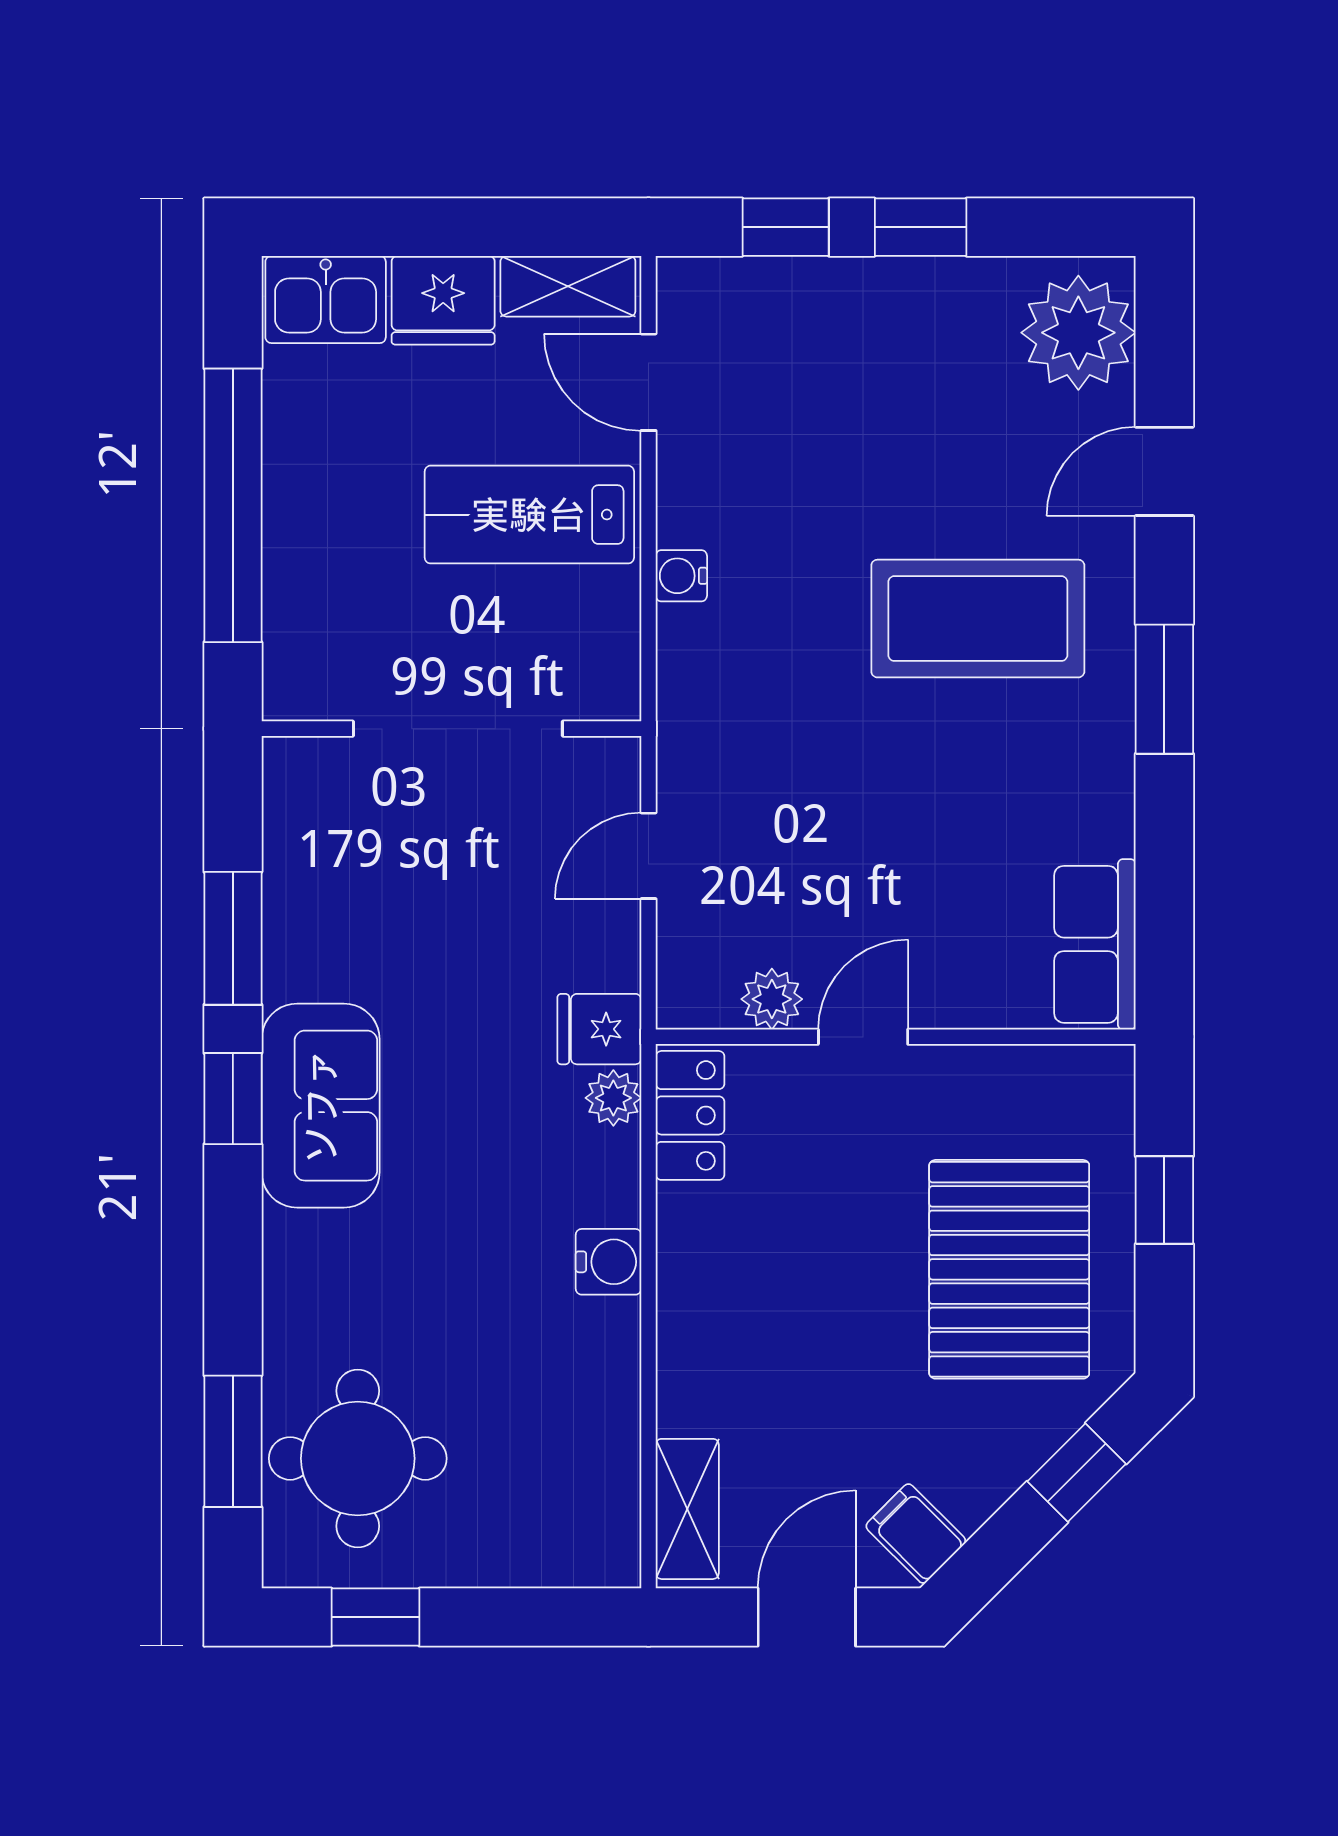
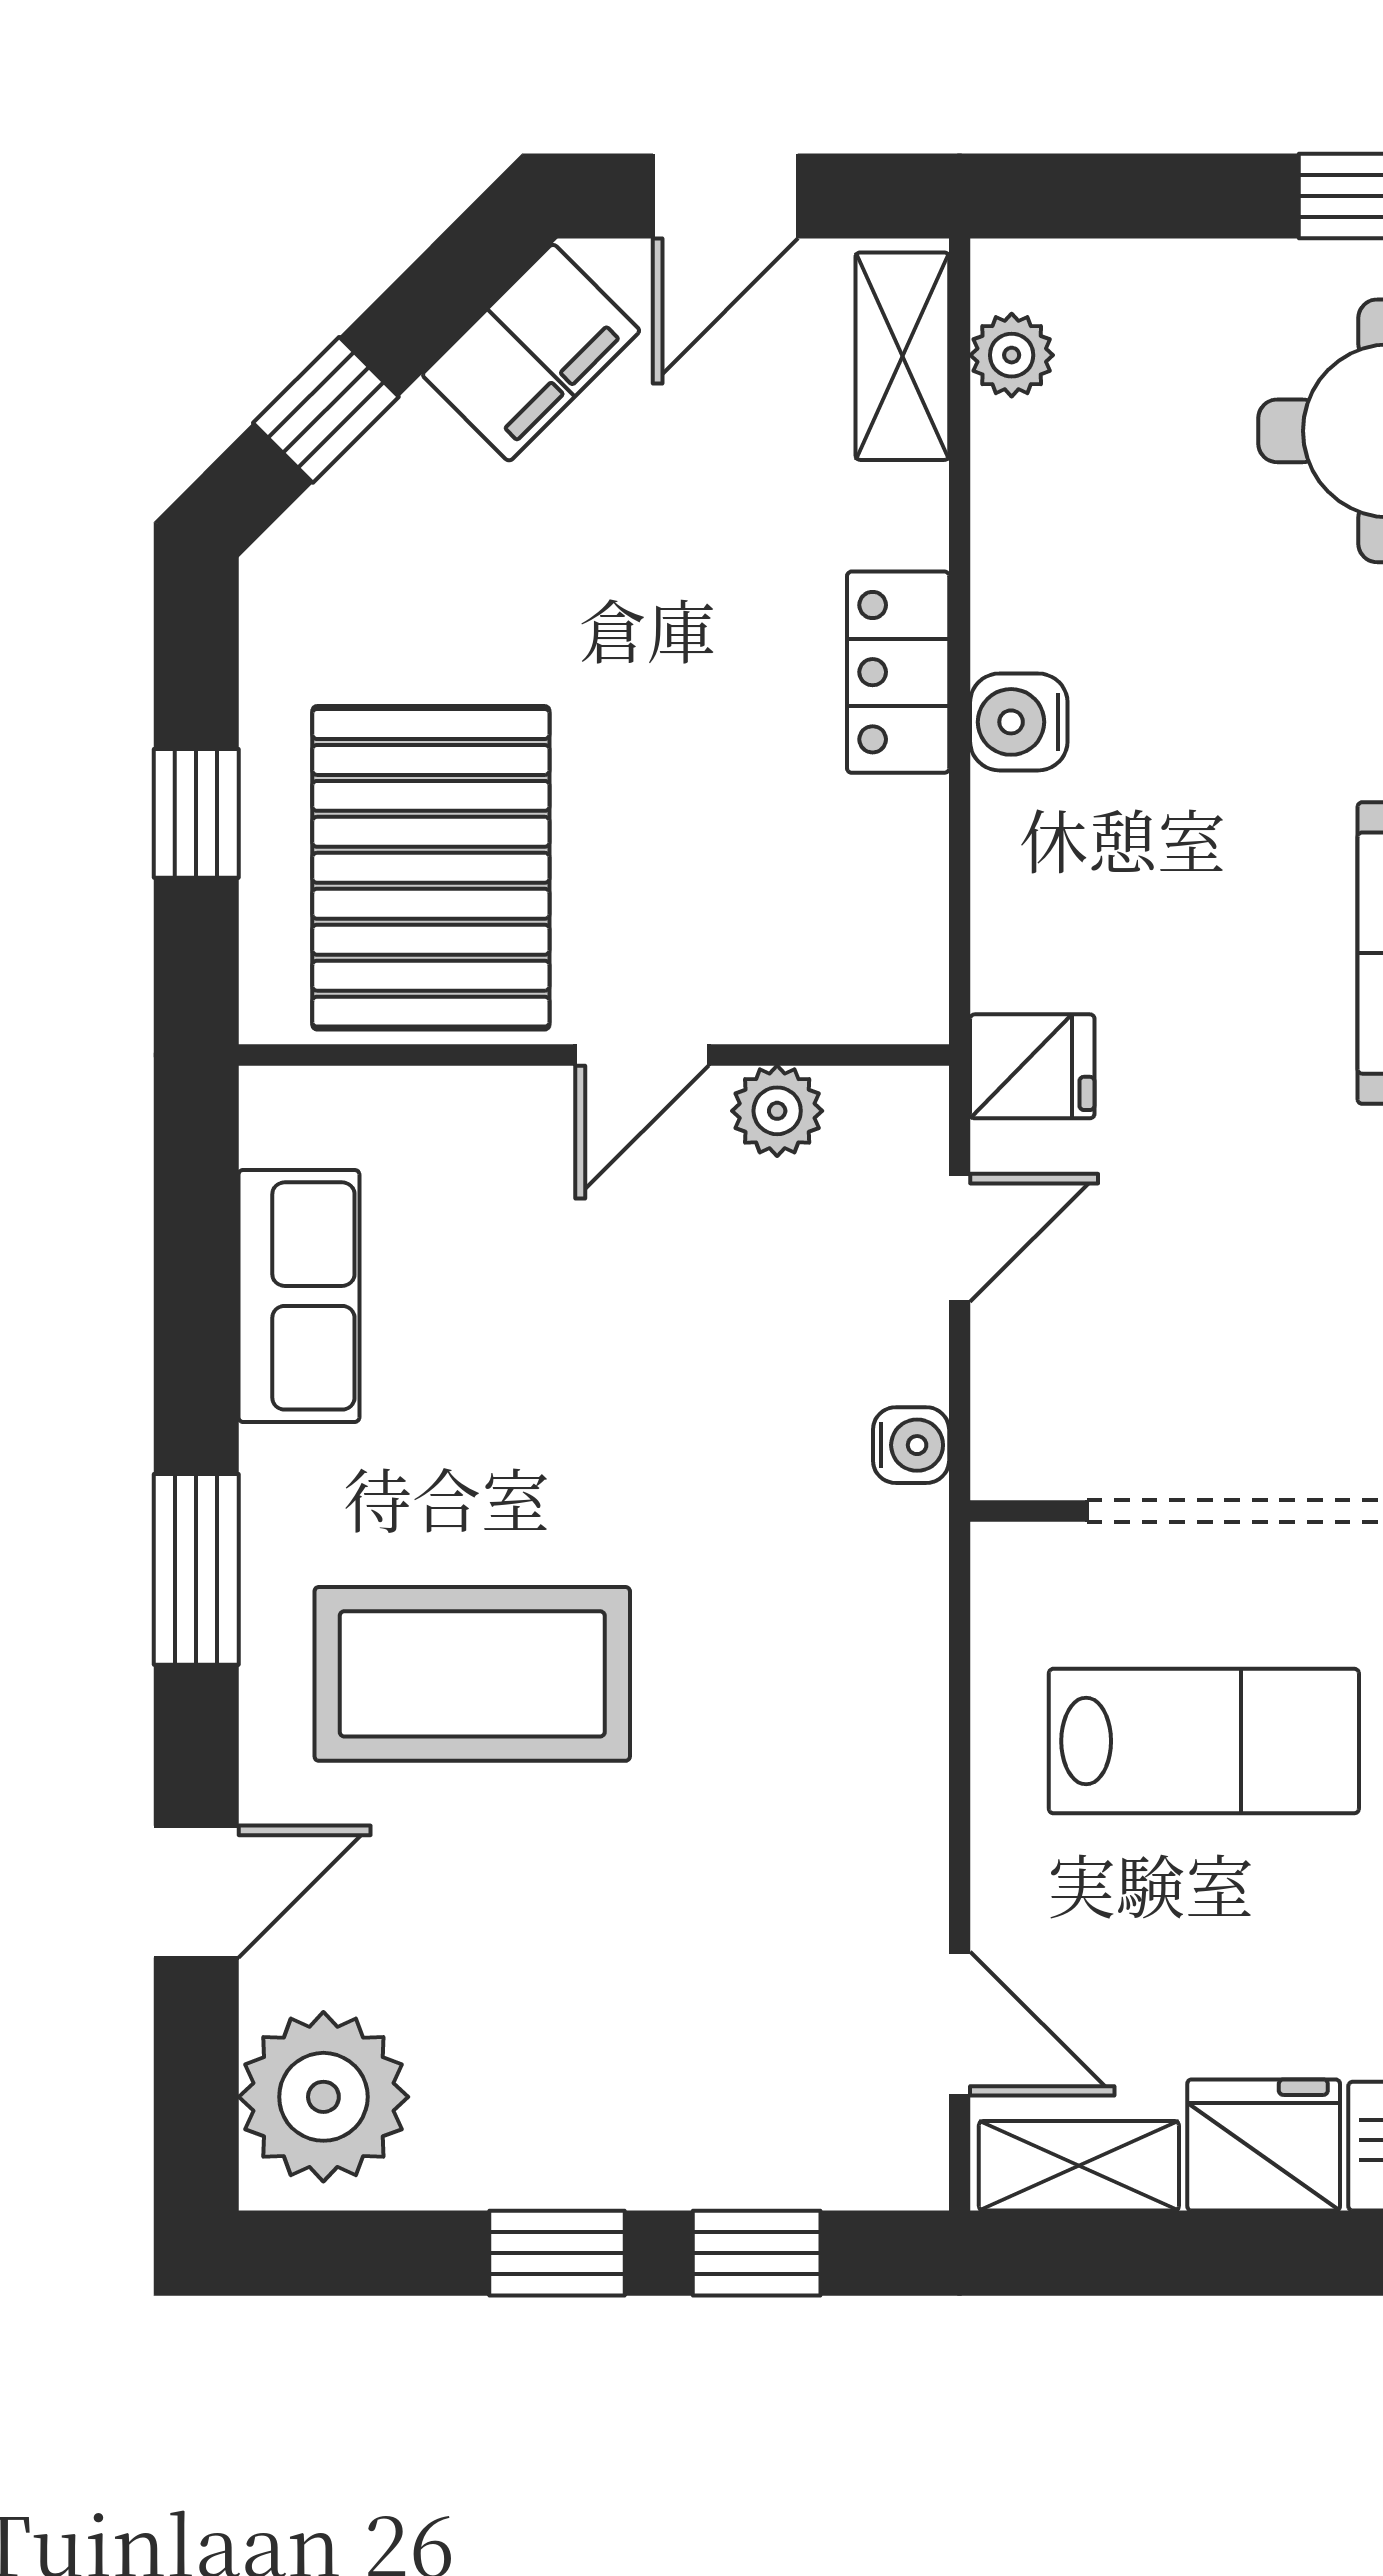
lab bench: (529, 515) -> (1204, 1741), moved
water cooler: (681, 576) -> (911, 1445), moved
door: (649, 856) -> (960, 1238), moved
row of seats: (1095, 944) -> (299, 1296), moved
plant: (613, 1098) -> (1012, 355), moved
locker: (690, 1115) -> (898, 672), moved
pallet: (1009, 1269) -> (431, 868), moved
filing cabinet: (916, 1534) -> (531, 353), width x2.00

